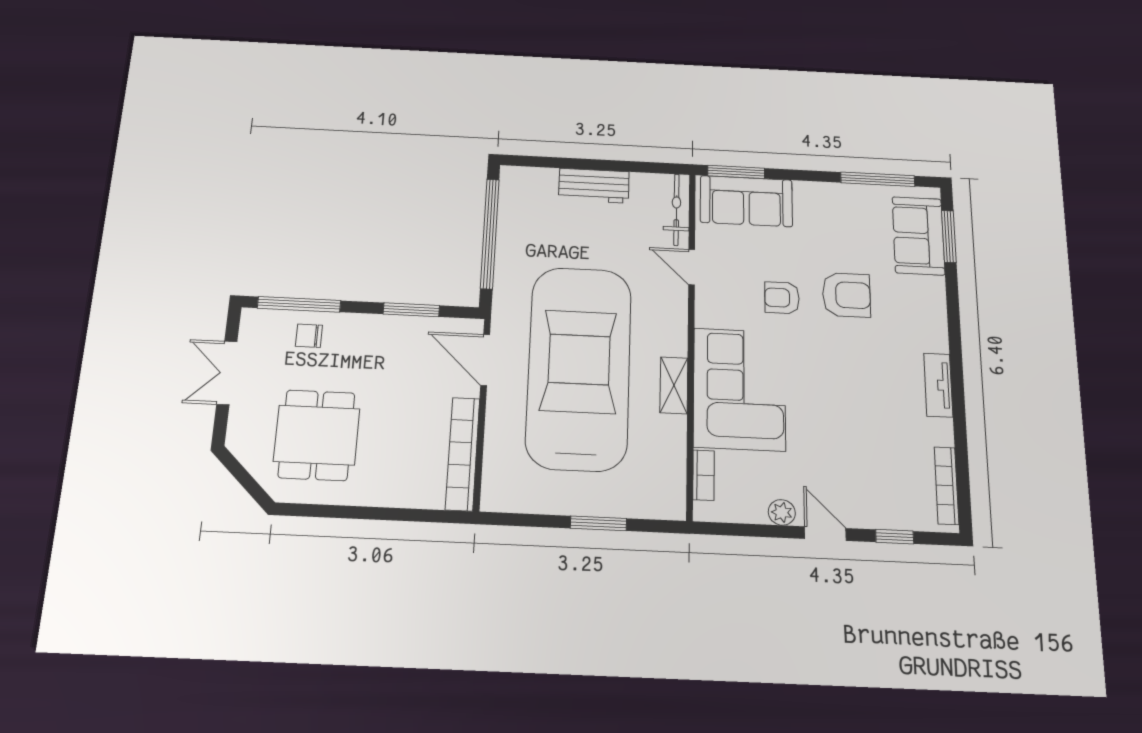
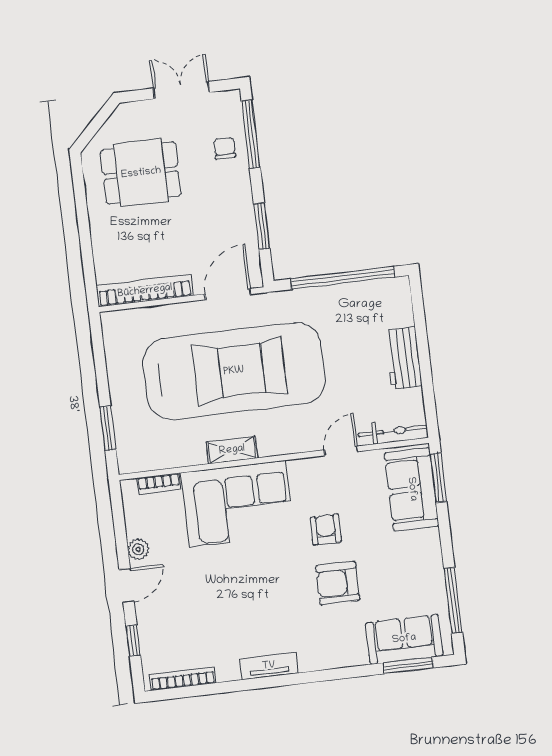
armchair: (846, 295) -> (338, 583), turned 90
window: (598, 523) -> (108, 428), moved

